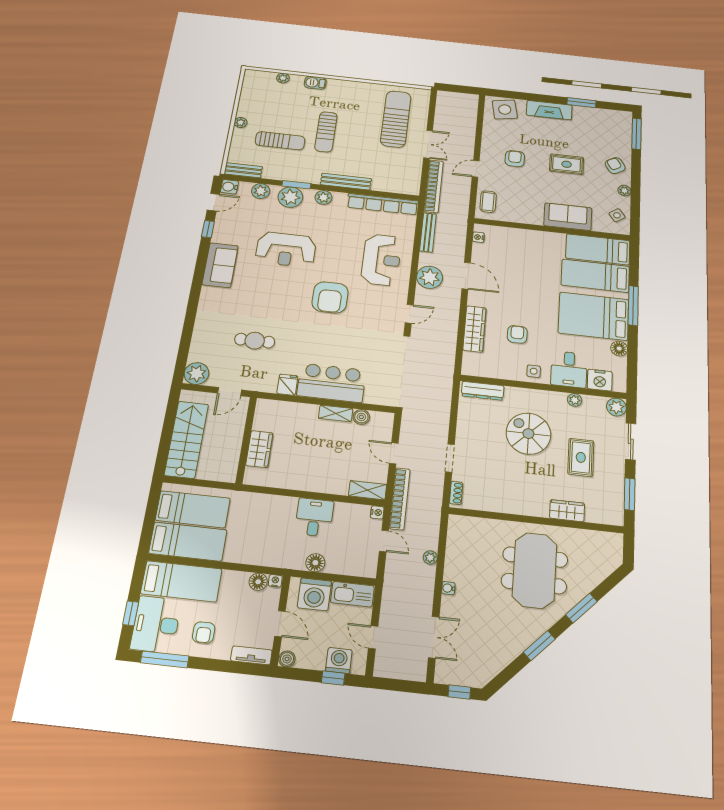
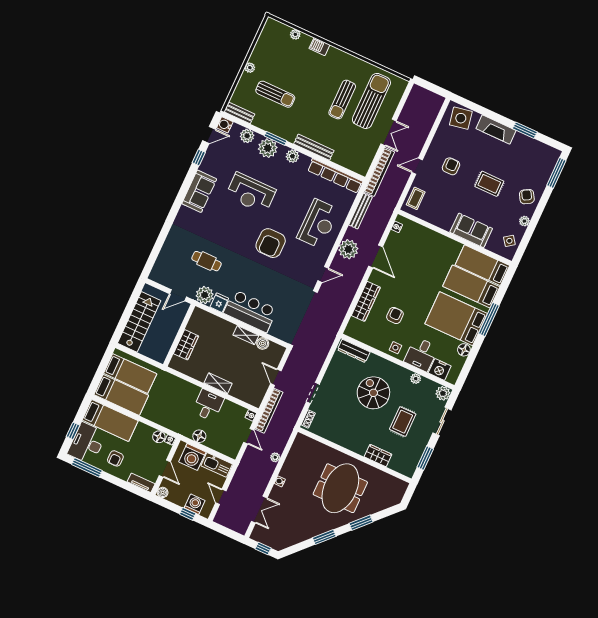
sun lounger: (326, 132) -> (342, 100), moved
plant: (197, 374) -> (205, 295), moved
shelving: (368, 490) -> (218, 383), moved

